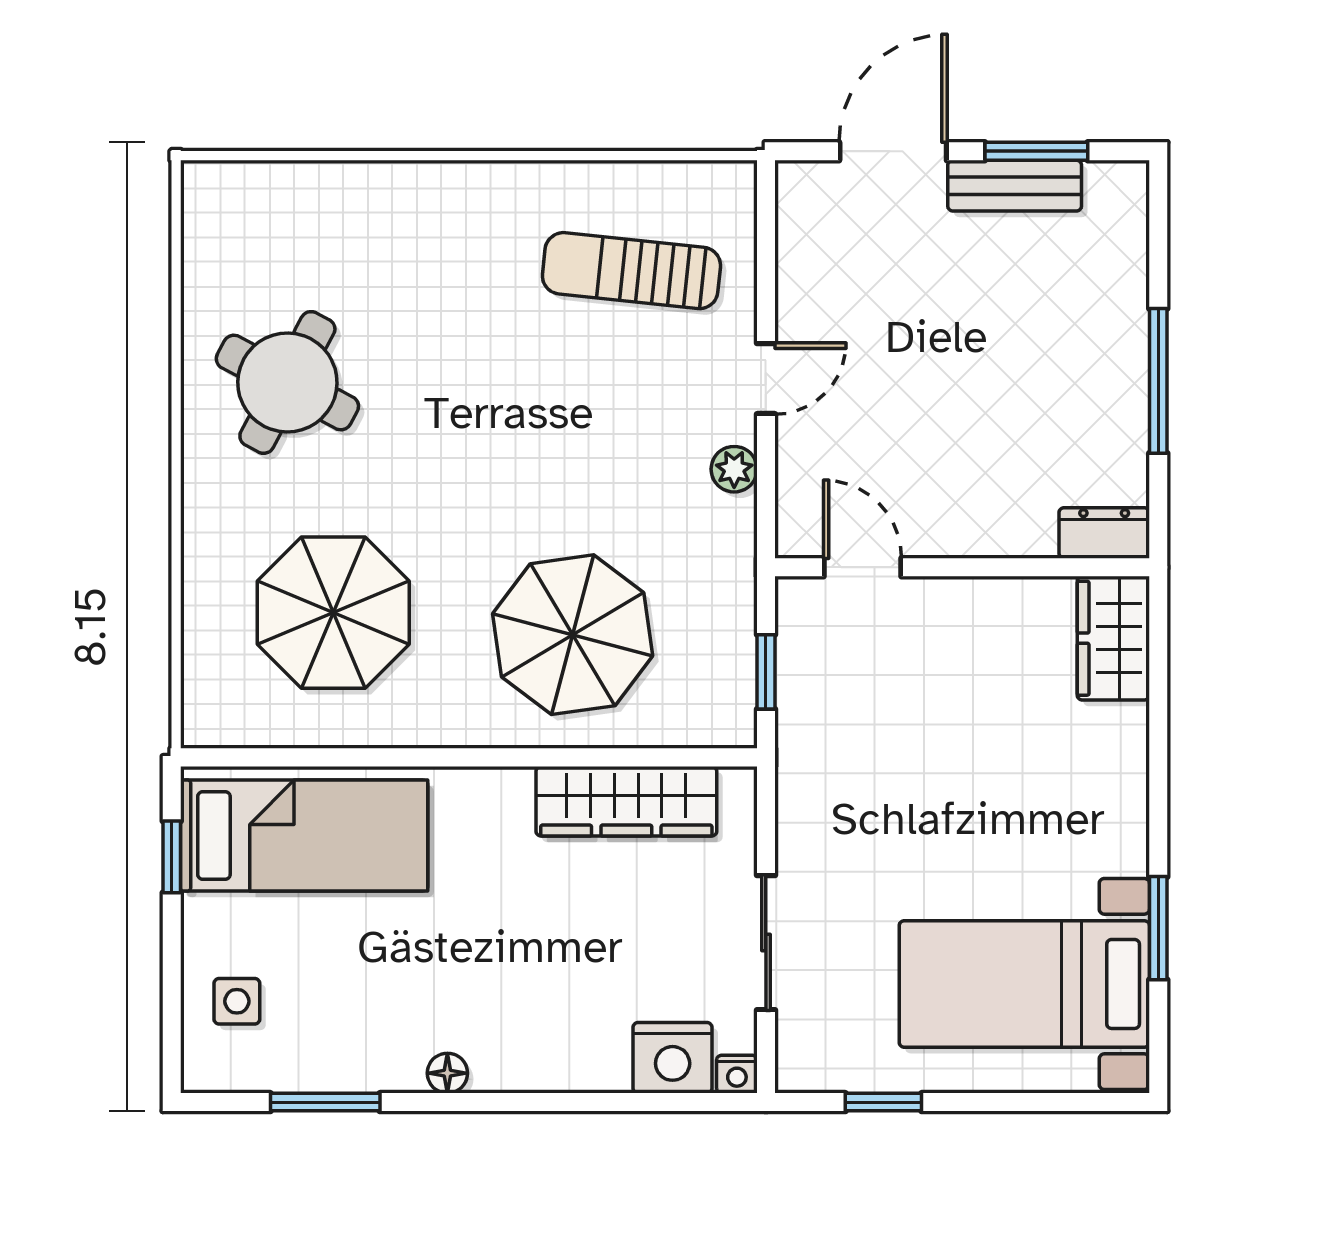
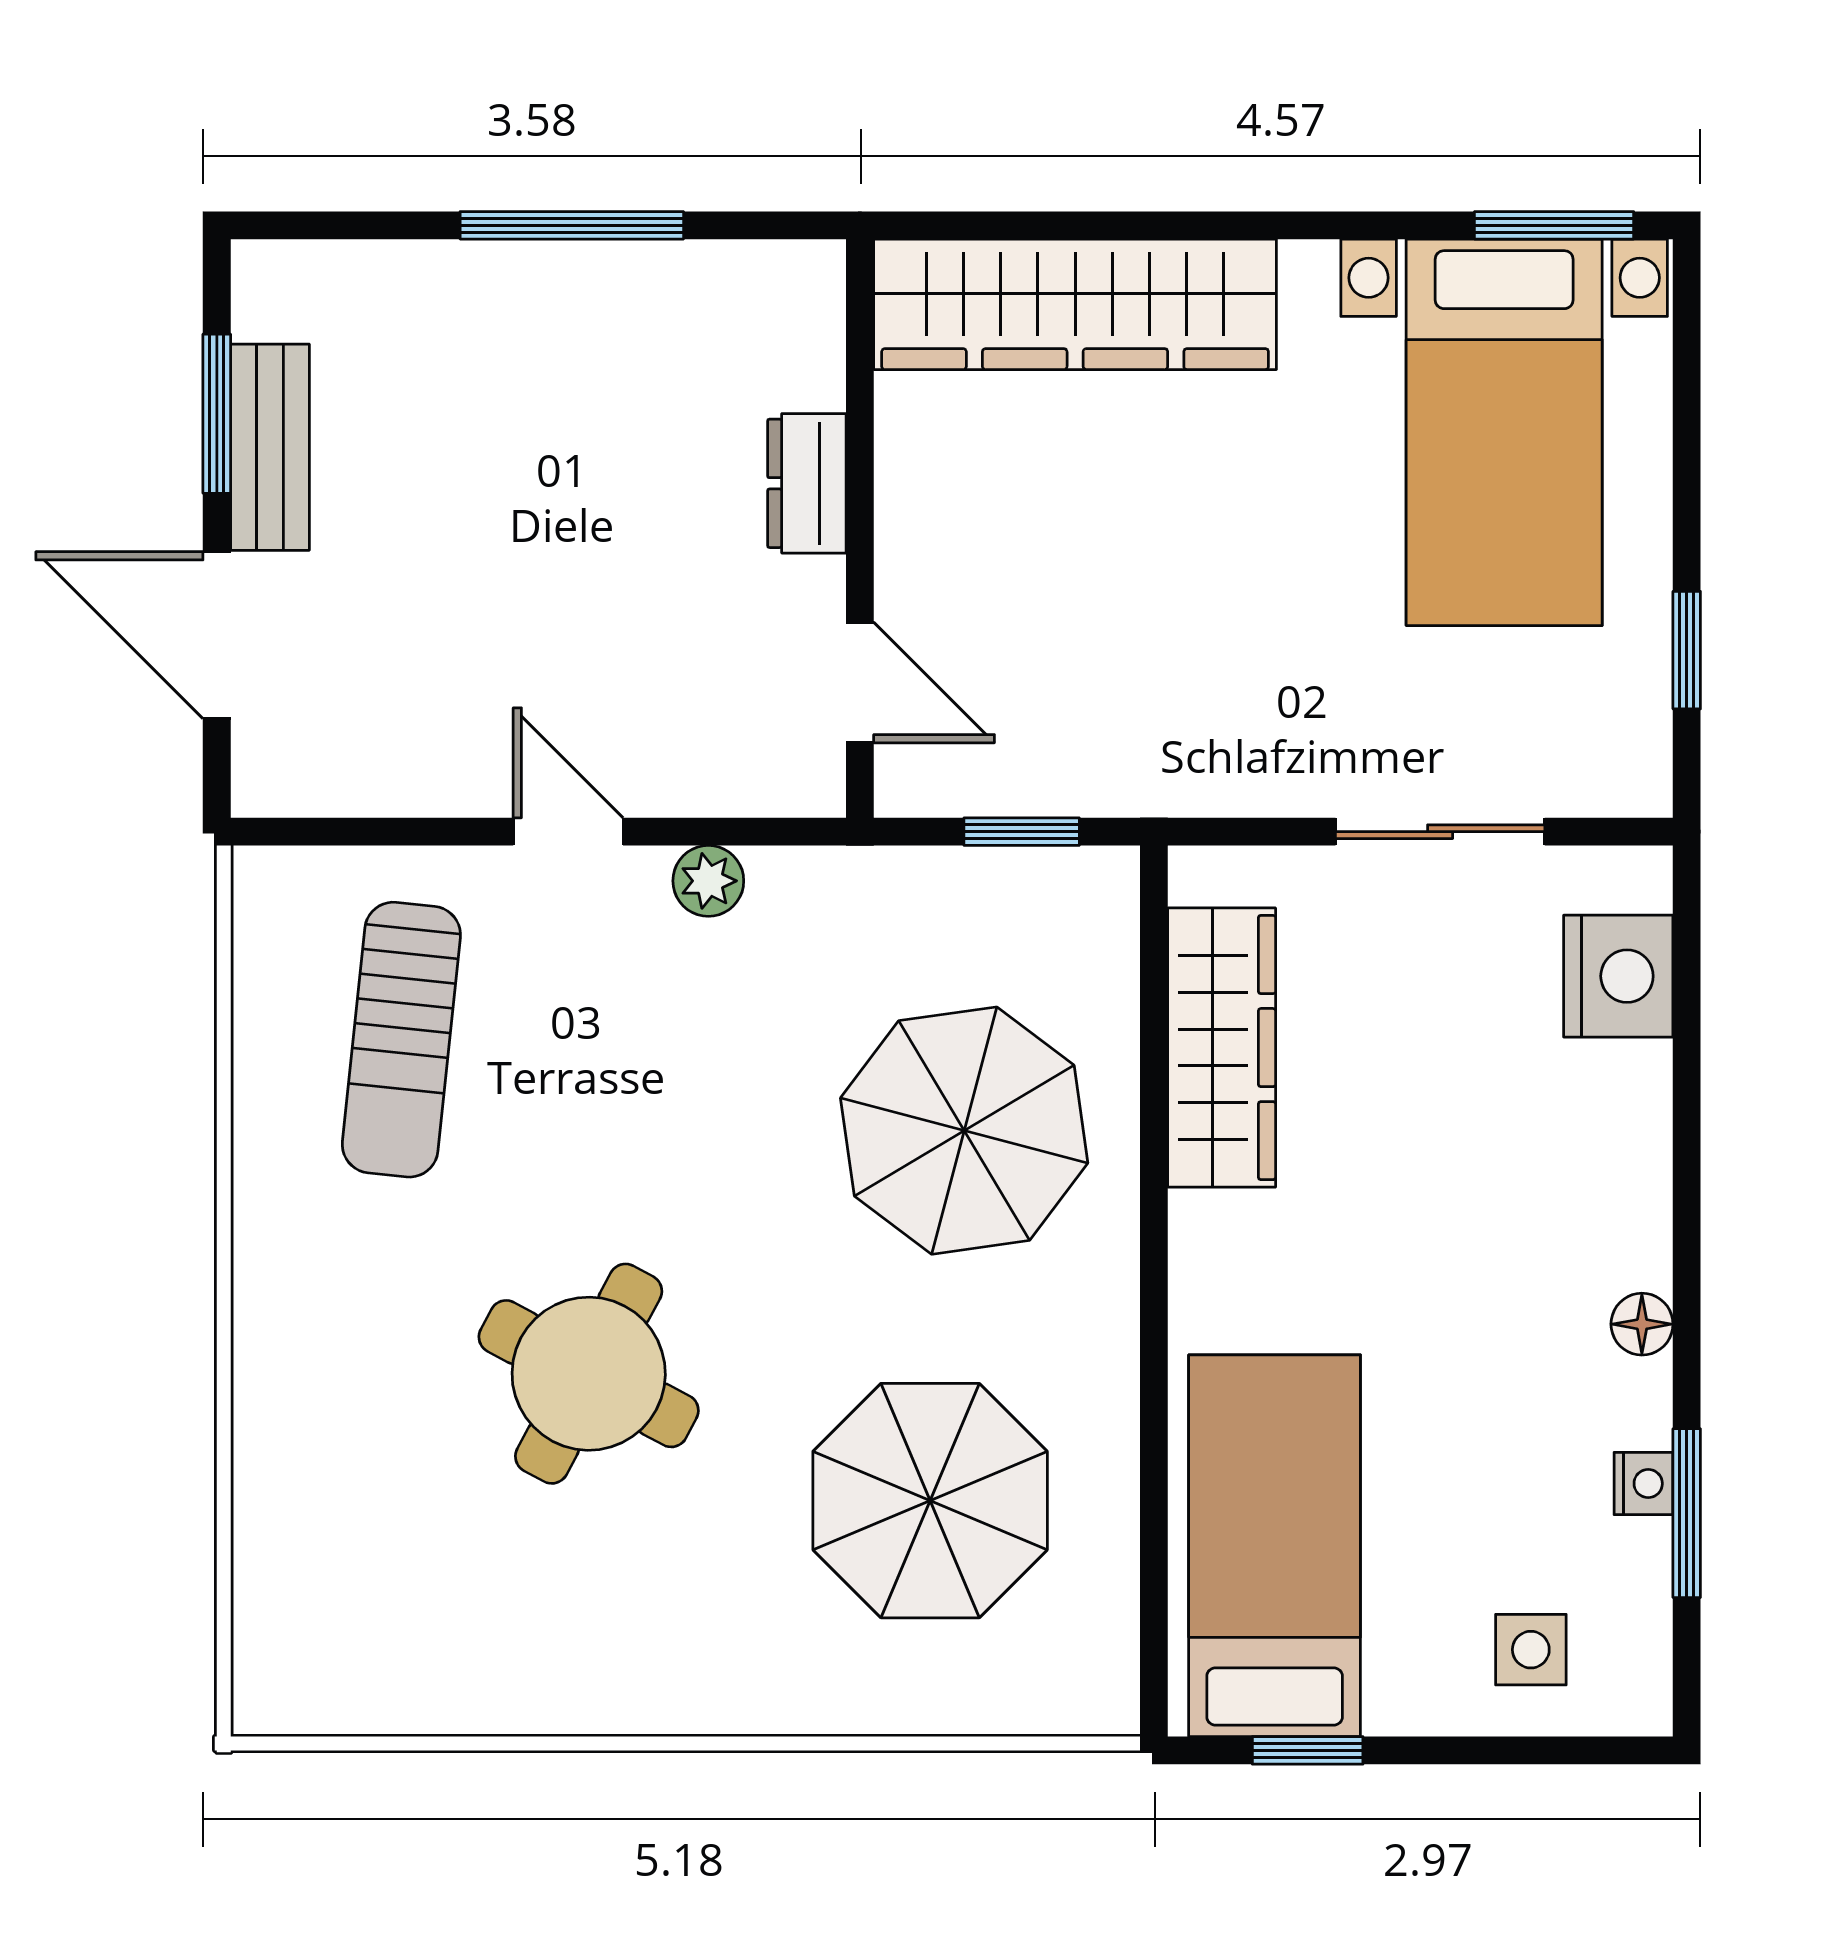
round table: (287, 382) -> (589, 1374), moved
dresser: (1104, 533) -> (807, 483), moved
door: (862, 567) -> (860, 682), swing flipped
wardrobe: (1113, 638) -> (1075, 304), width x2.10, depth x1.17
window: (1158, 928) -> (1554, 225), moved
nightstand: (737, 1074) -> (1643, 1484), moved

